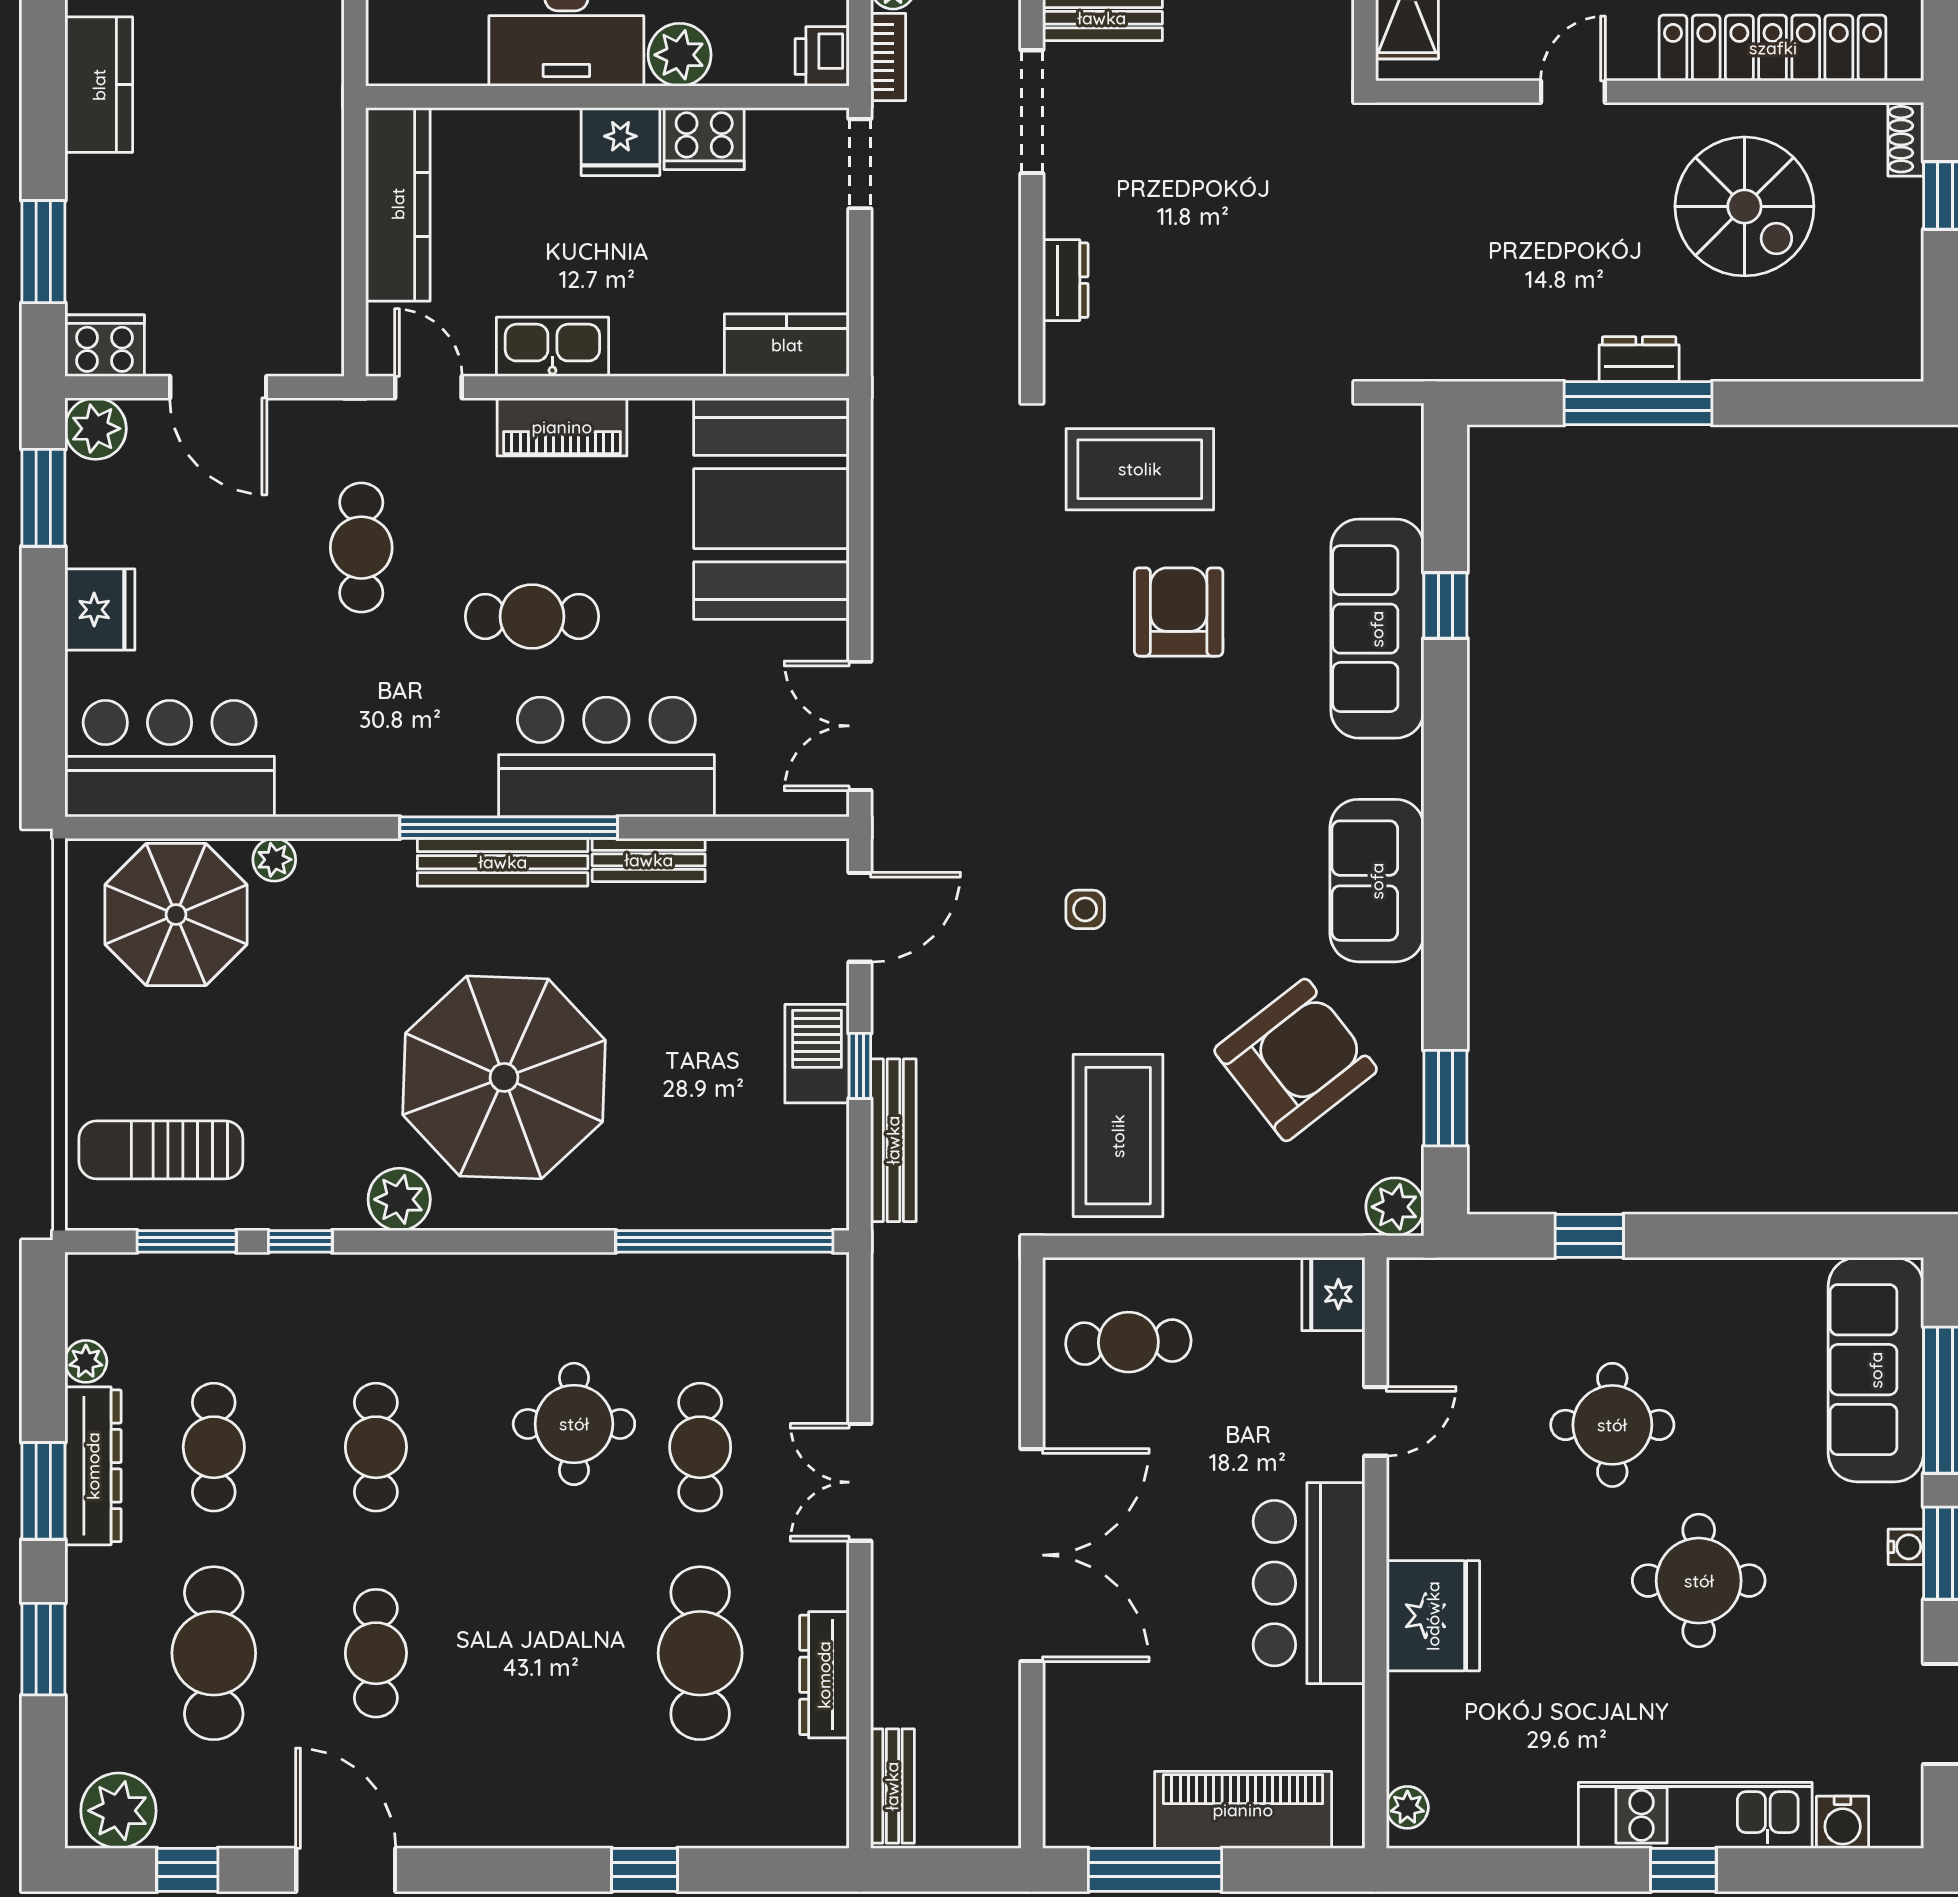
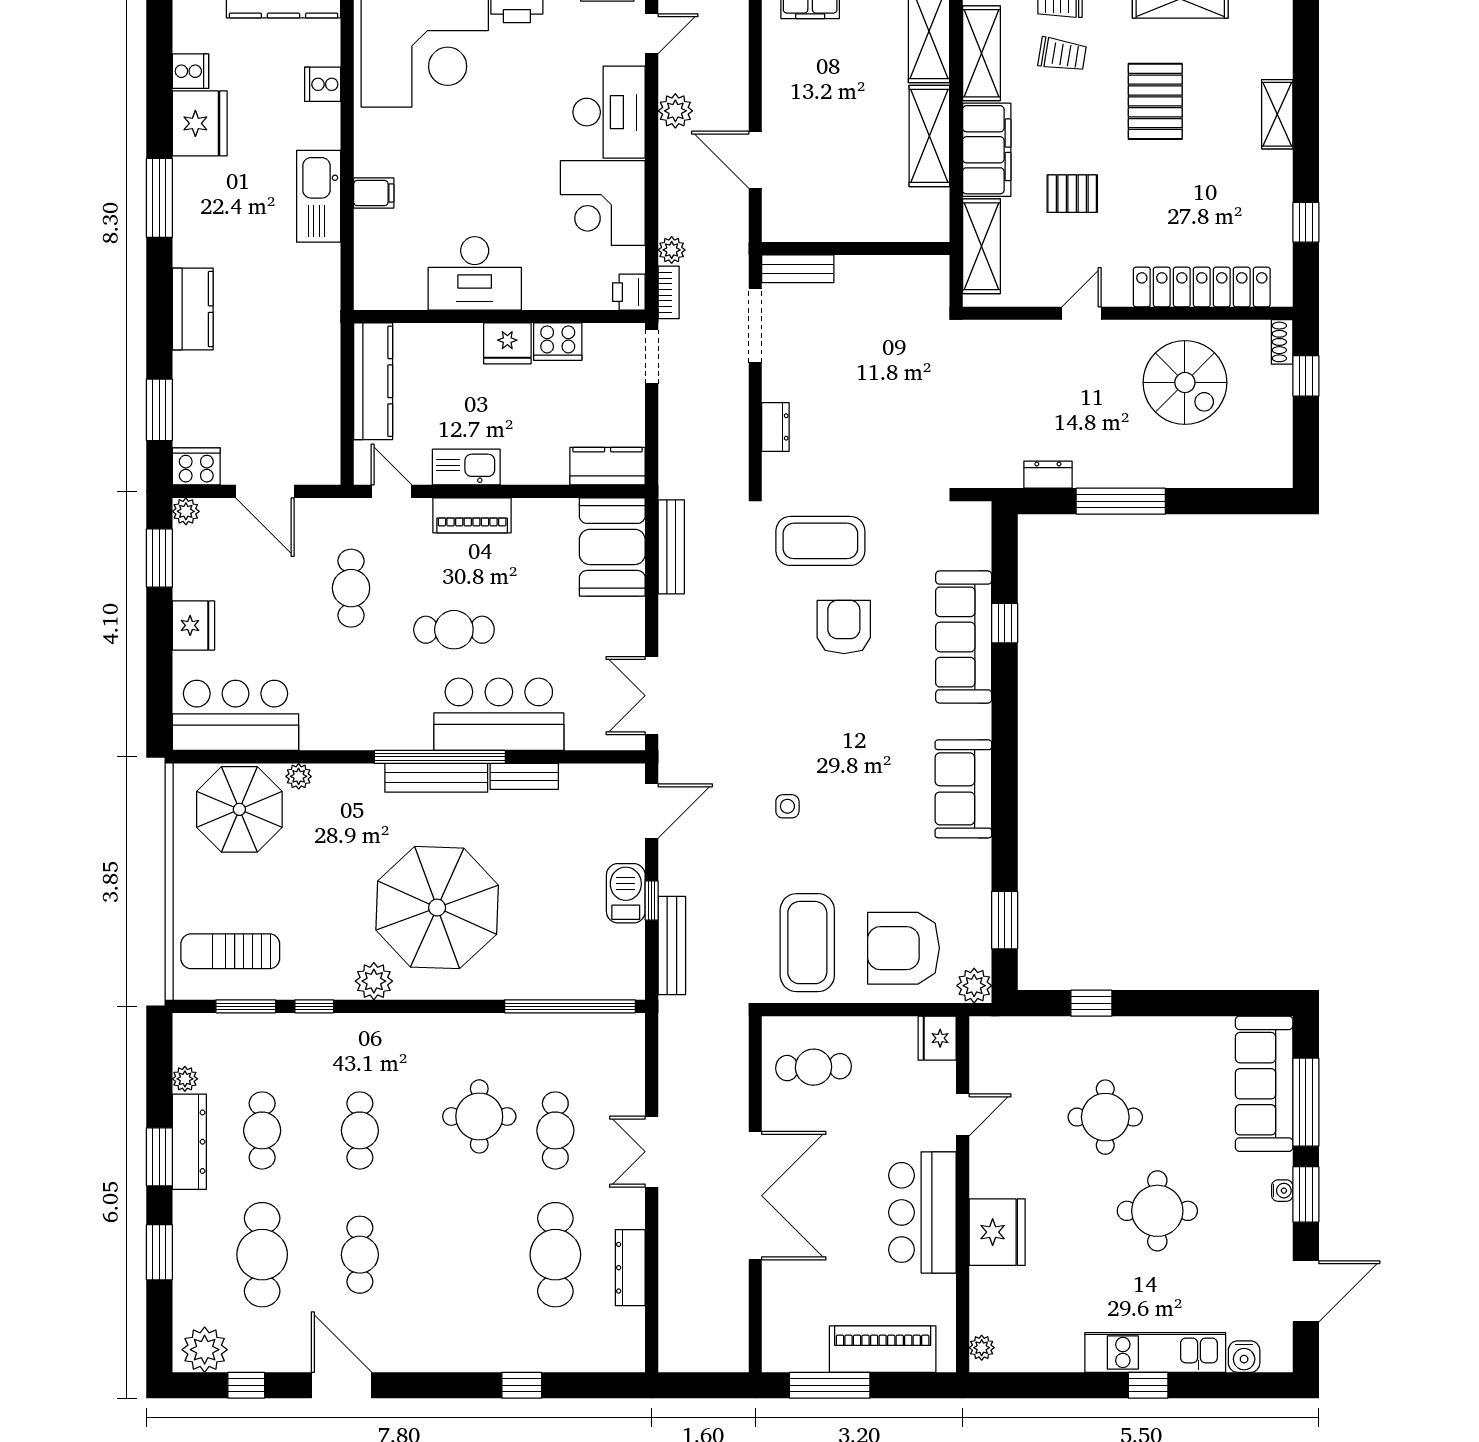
plant: (680, 55) -> (543, 291), removed
dresser: (1639, 359) -> (1048, 475), moved
plant: (96, 429) -> (186, 511), width x0.73, depth x0.73
booth: (771, 509) -> (612, 547), width x0.73, depth x0.70
armchair: (1296, 1060) -> (903, 948), moved, turned -142
bench: (892, 1786) -> (671, 547), moved, width x1.36

